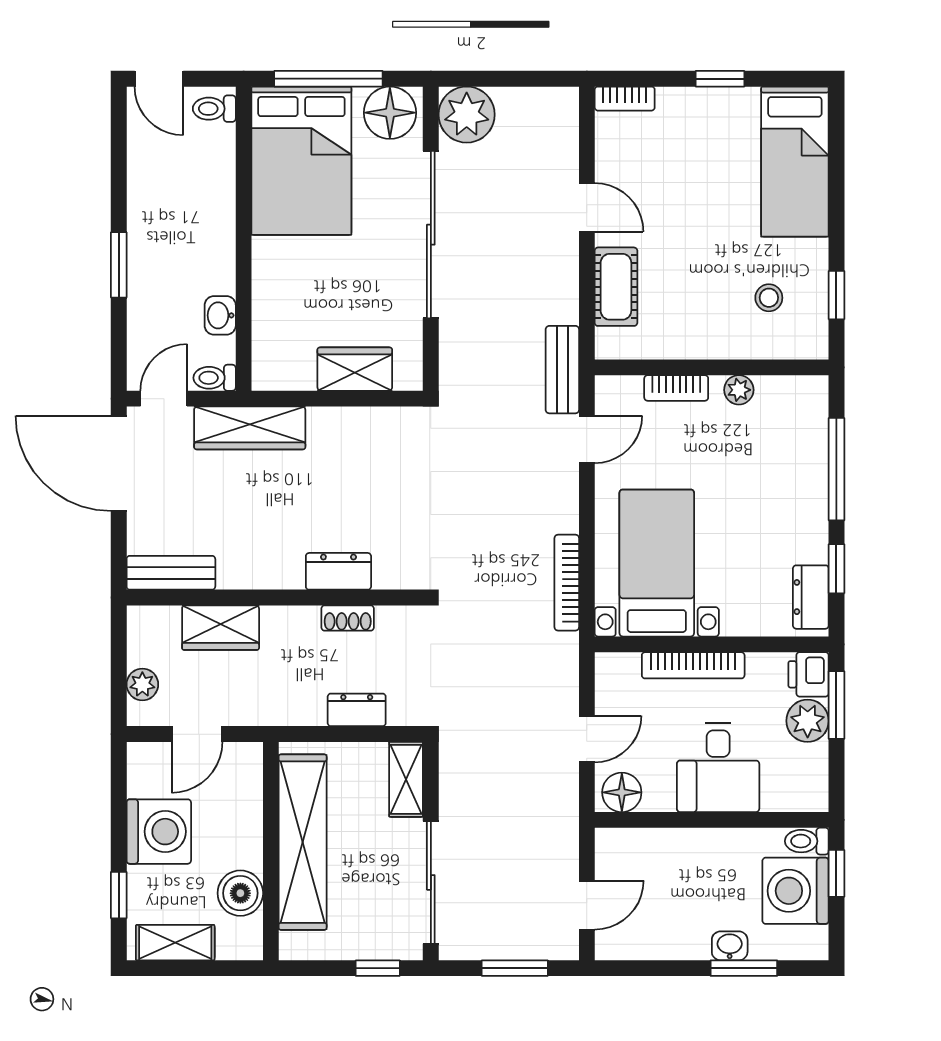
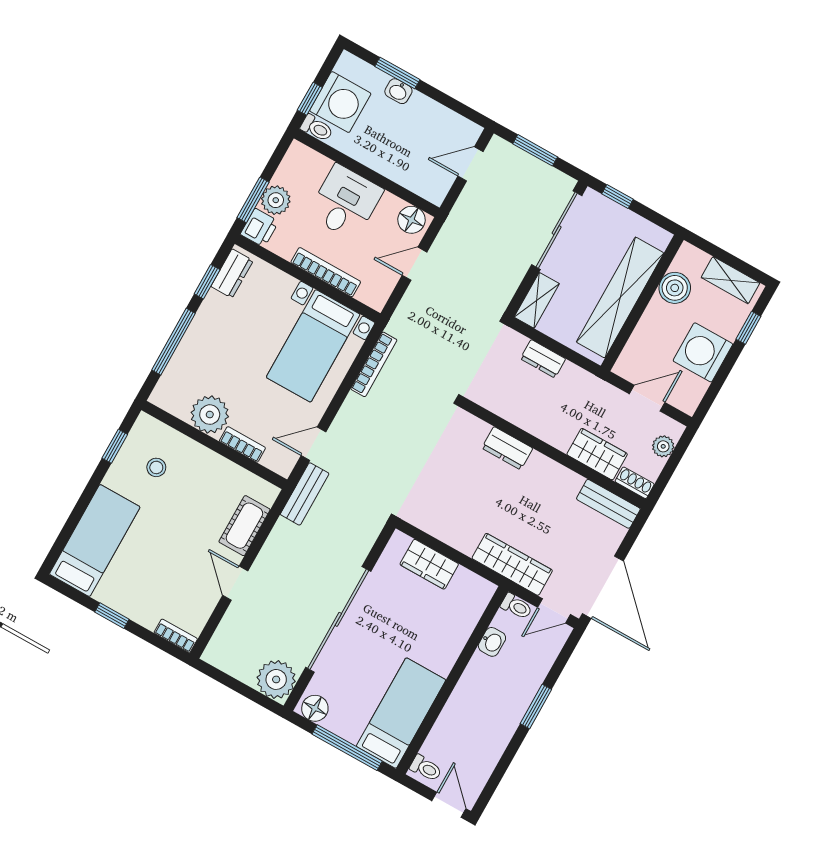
floor lamp: (390, 113) -> (315, 708), width x0.73, depth x0.73
bed: (301, 161) -> (401, 713), width x0.67
plant: (739, 390) -> (210, 415), width x1.87, depth x1.87
shoe rack: (348, 618) -> (635, 483), moved

